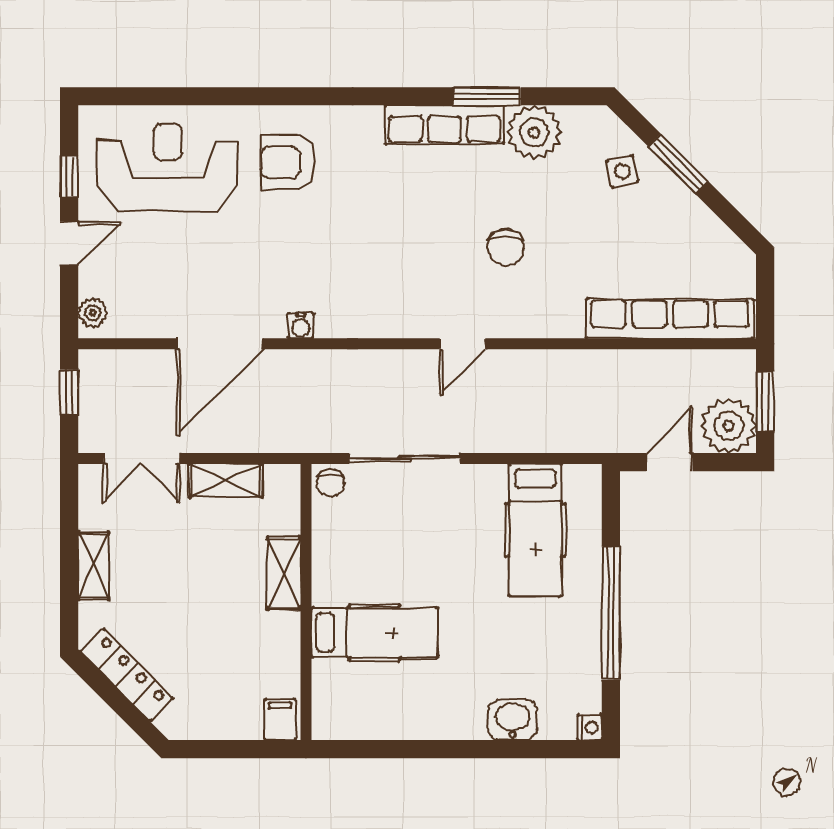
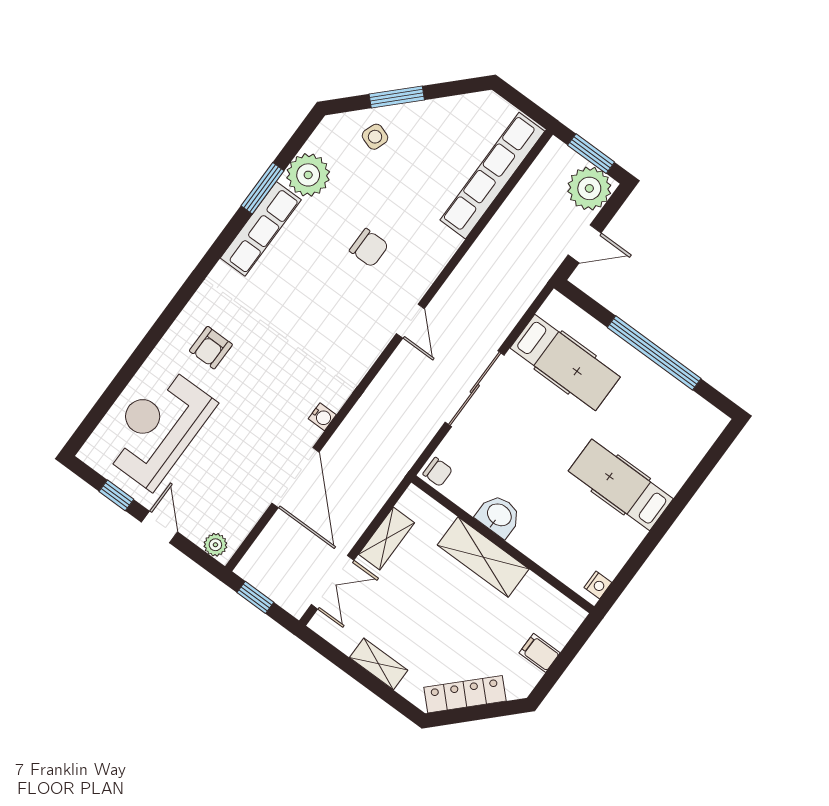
armchair: (288, 162) -> (211, 348), width x0.72, depth x0.72
side table: (622, 171) -> (375, 137), turned 31
sliding door: (405, 459) -> (475, 389), moved
door: (669, 462) -> (585, 244), swing flipped
shelving: (284, 573) -> (483, 557), width x1.50, depth x1.33
hospital bed: (374, 633) -> (621, 485), moved, turned -90
filing cabinet: (280, 720) -> (540, 653), moved
washbasin: (513, 720) -> (499, 516), moved, turned 90
nightstand: (590, 727) -> (598, 585), moved, turned 90

